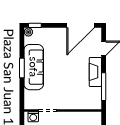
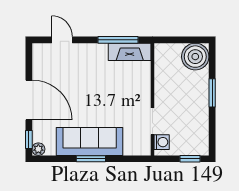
door: (81, 25) -> (29, 100), moved
fireplace: (95, 72) -> (130, 52), moved

